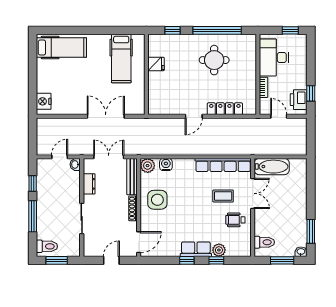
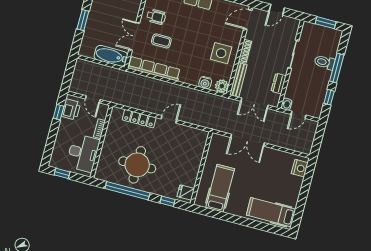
round table: (214, 60) -> (137, 165), width x1.36, depth x1.36
fridge: (156, 64) -> (186, 192), moved
window: (311, 196) -> (83, 20), added
toilet: (47, 246) -> (325, 62), moved

